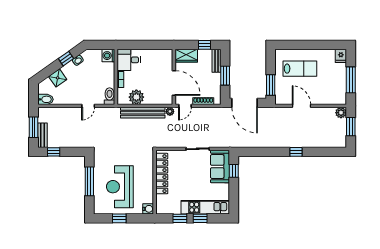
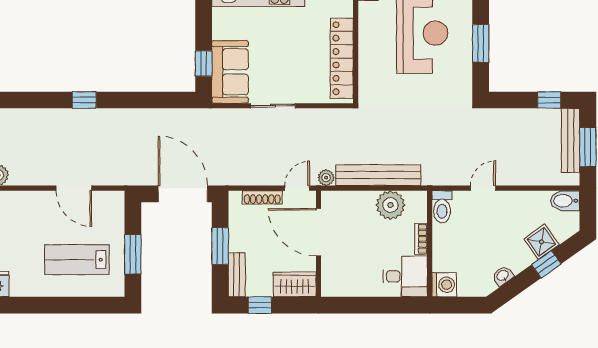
window: (66, 59) -> (546, 264), moved
window: (271, 85) -> (133, 254), moved
bench: (43, 135) -> (571, 140), width x1.36
window: (89, 181) -> (481, 43), width x0.69

